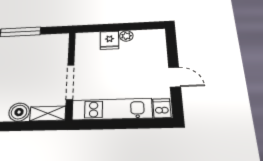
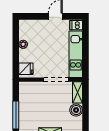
fridge: (109, 40) -> (26, 69), moved

